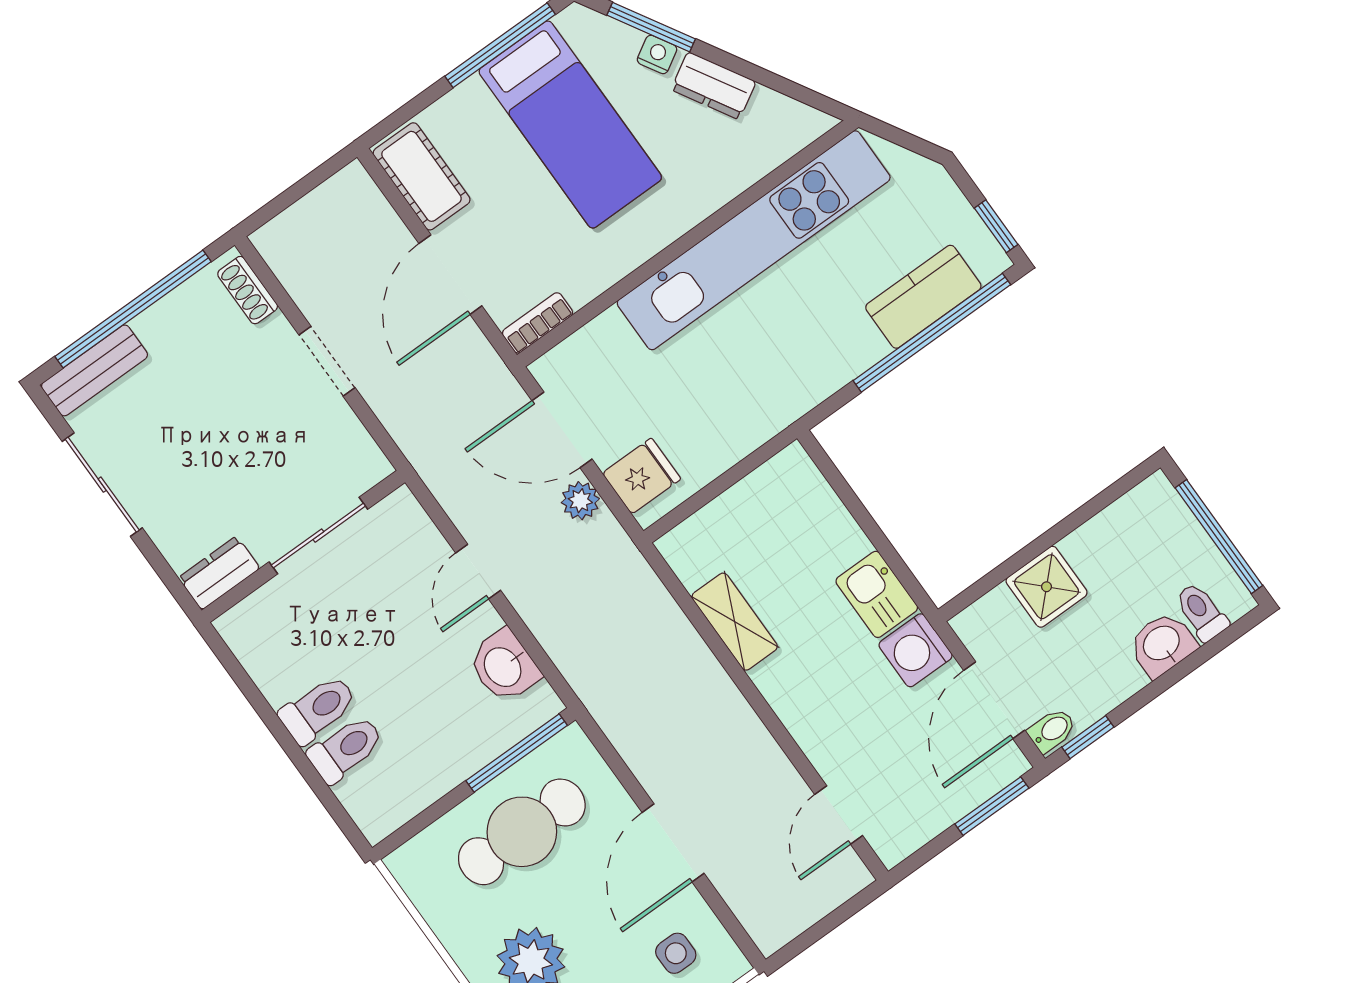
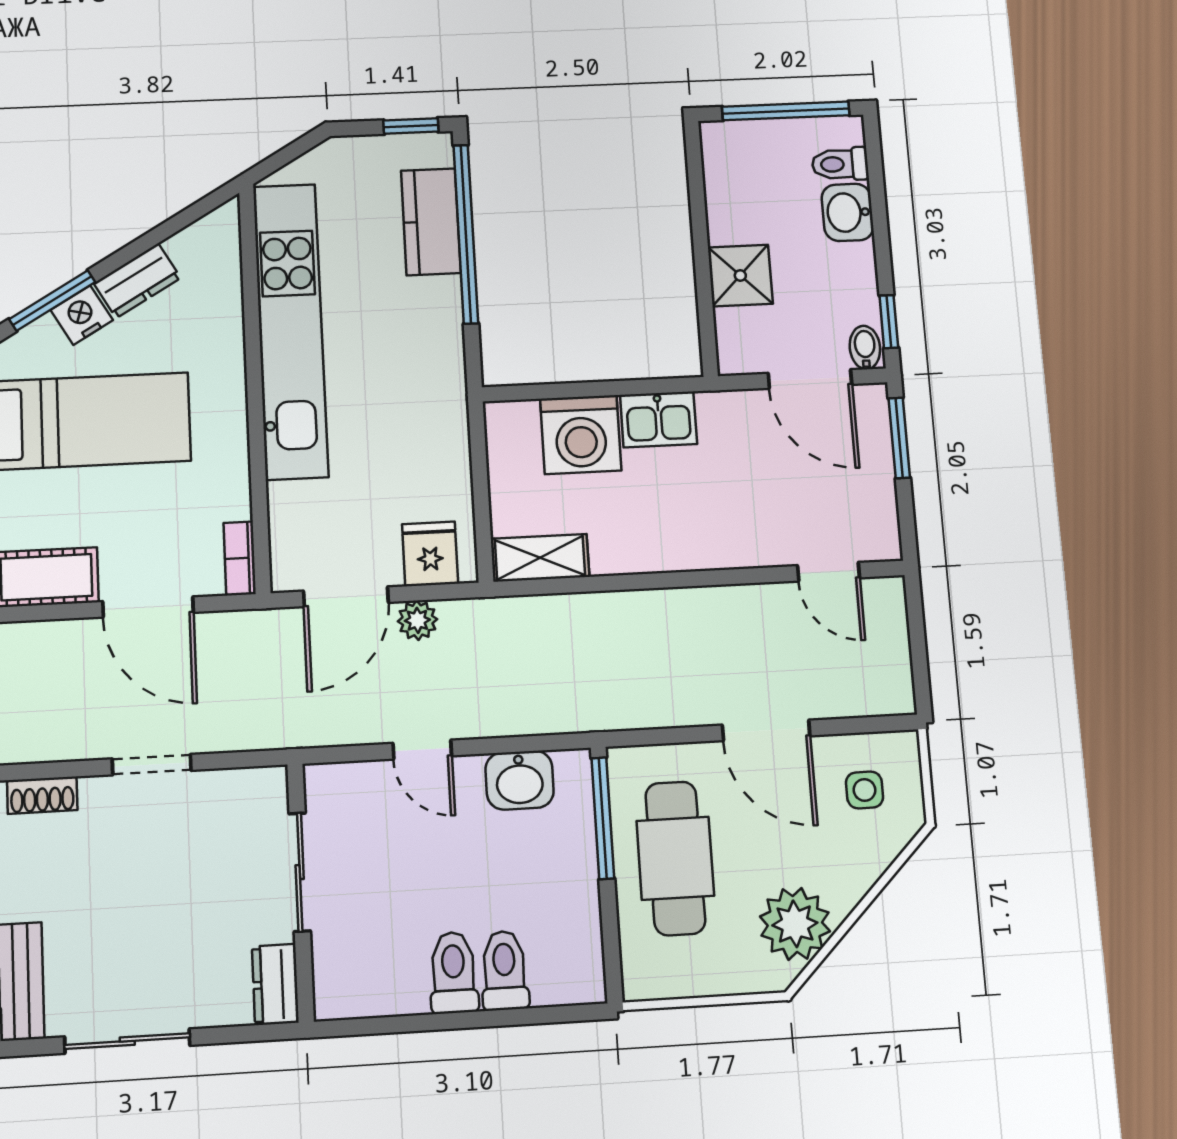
nightstand: (657, 54) -> (82, 315), width x1.39, depth x1.35
shelving: (735, 622) -> (540, 558), moved
washing machine: (916, 650) -> (581, 435), moved, width x1.37, depth x1.37

